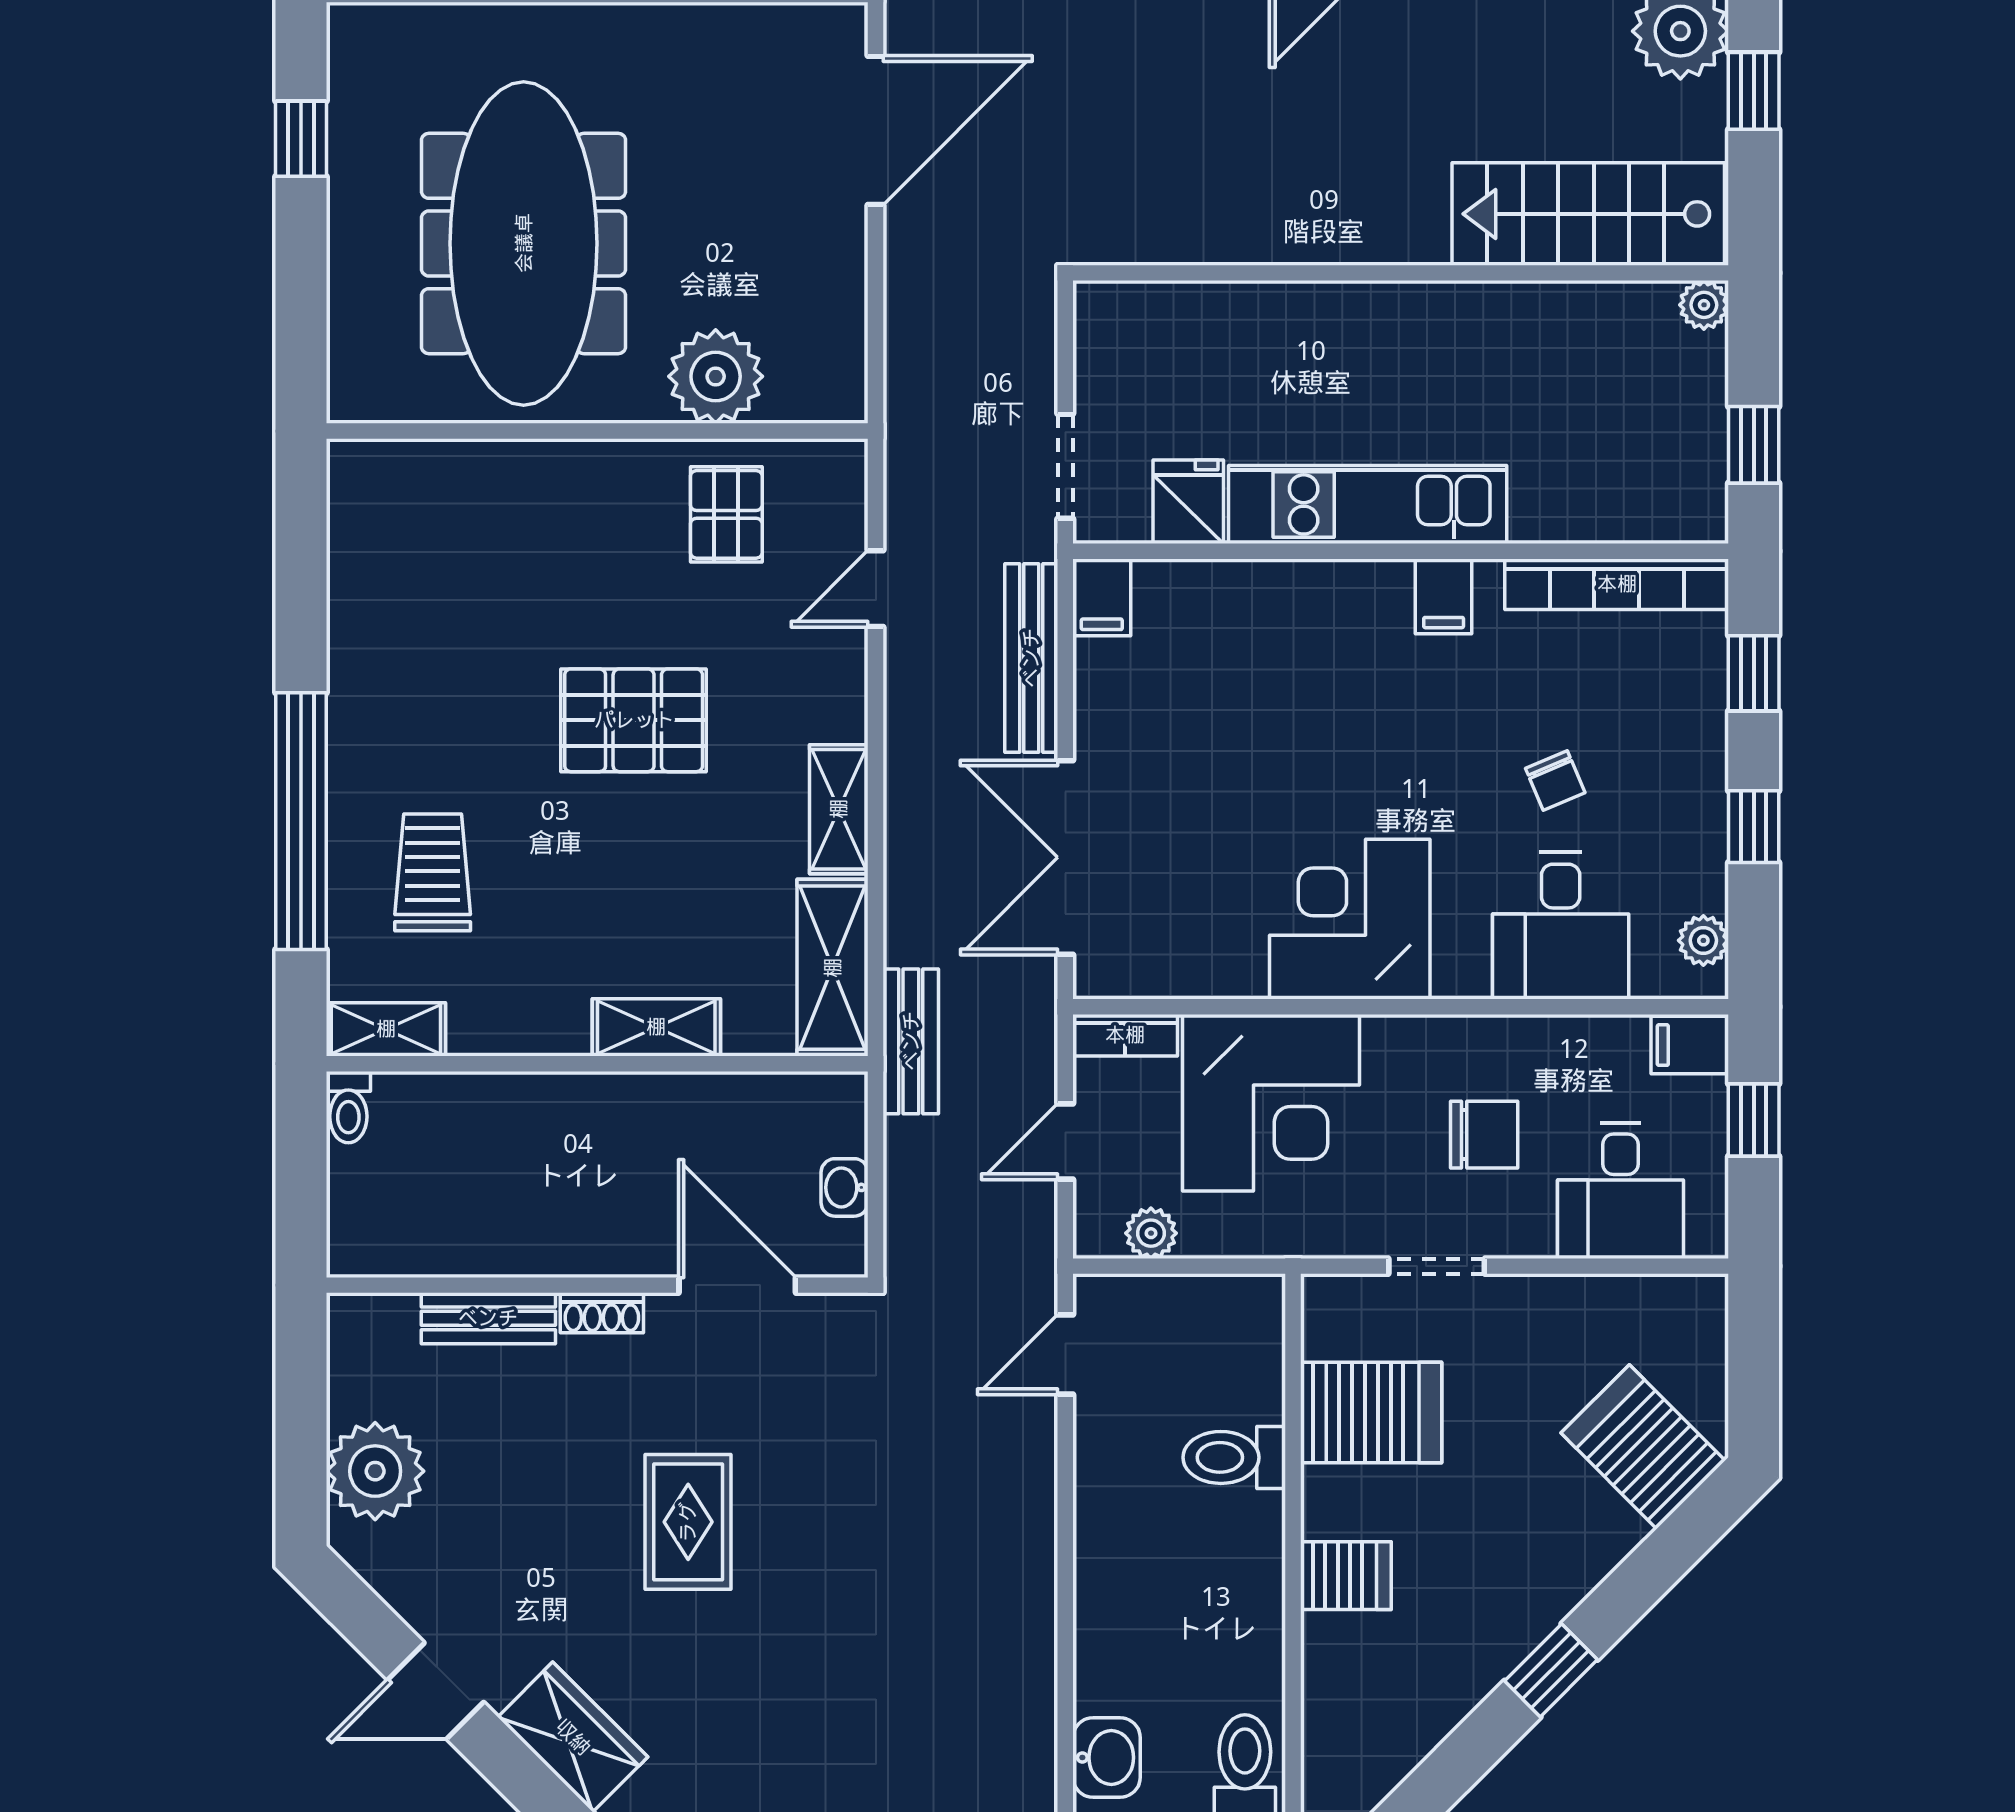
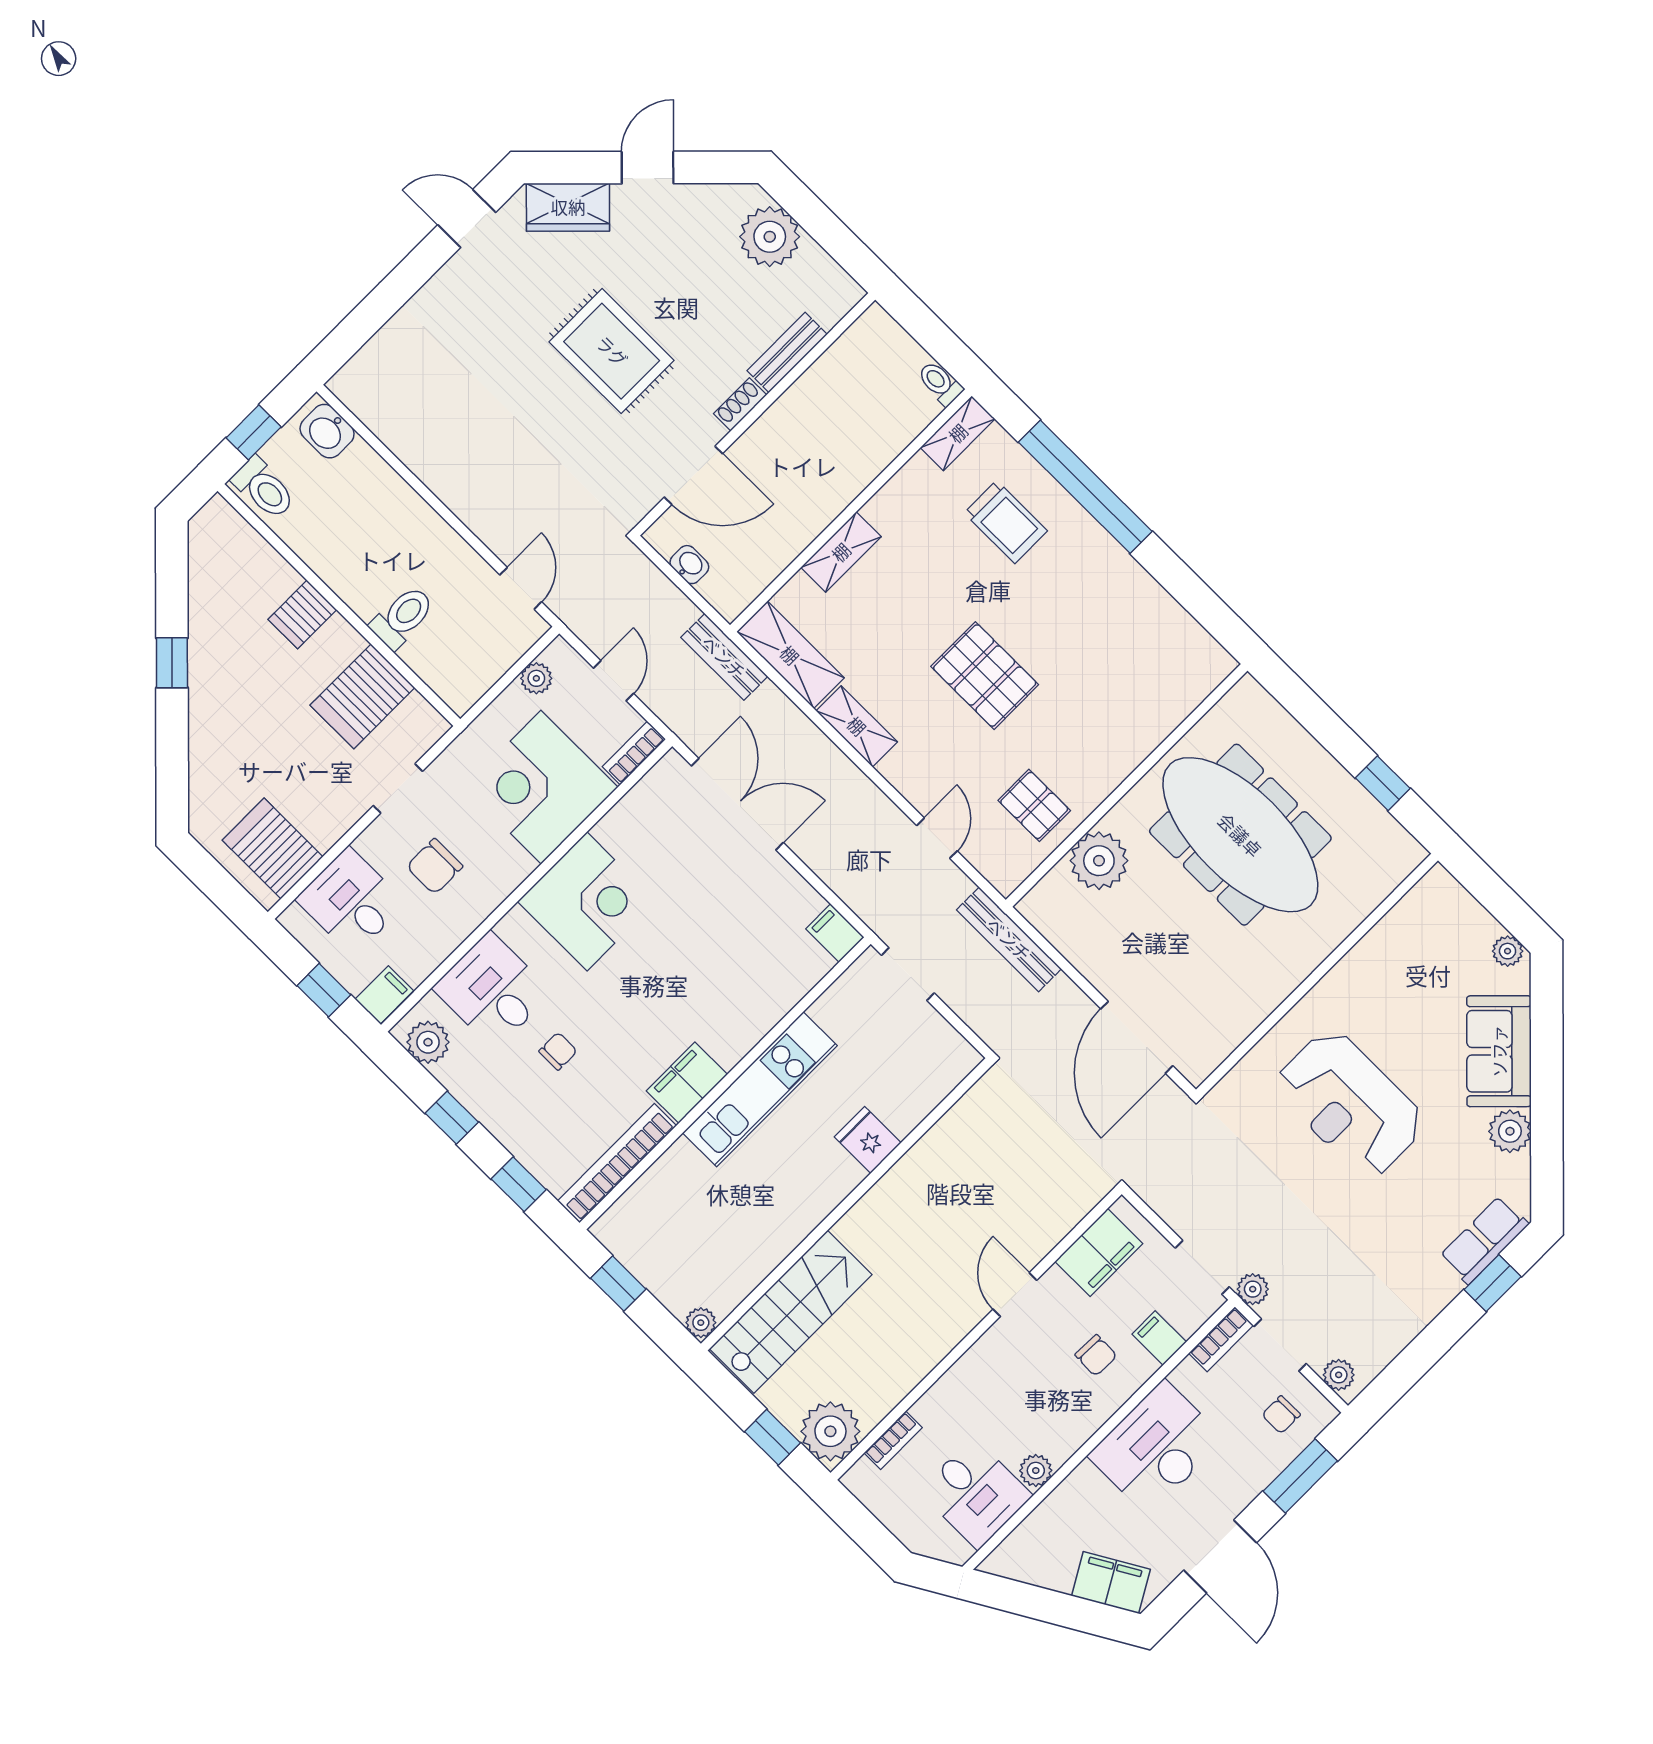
fridge: (1188, 502) -> (868, 1140), moved, turned 180
filing cabinet: (1444, 596) -> (687, 1083), width x2.00
bench: (1031, 658) -> (1009, 939), moved
pallet: (634, 720) -> (985, 676), turned 90
chair: (1555, 781) -> (558, 1051), turned 113
plant: (1703, 940) -> (428, 1042), width x1.38, depth x1.38
server rack: (1643, 1447) -> (273, 848), moved, turned -135
rug: (688, 1522) -> (612, 351), width x1.36, depth x1.43

